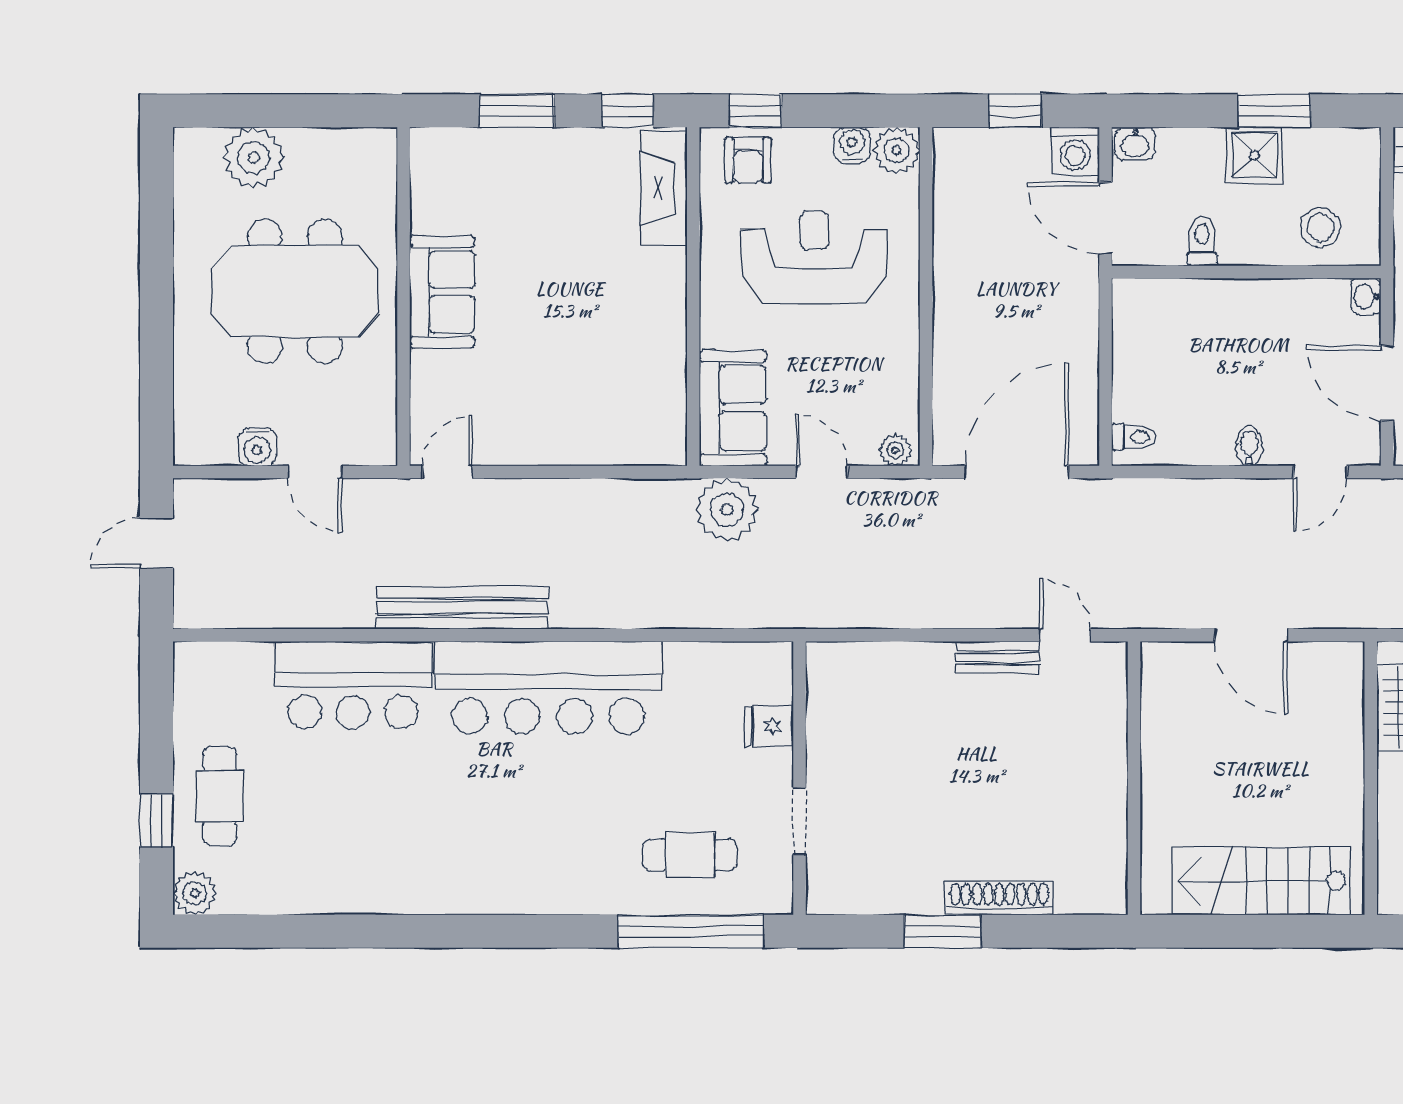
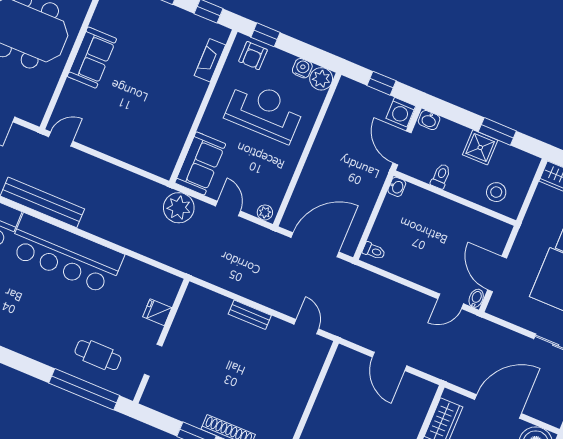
fireplace: (664, 188) -> (210, 60), width x0.73, depth x0.76
washbasin: (1366, 297) -> (397, 187), moved, turned 180
bidet: (1249, 446) -> (476, 298), moved
bench: (997, 657) -> (250, 315), moved

